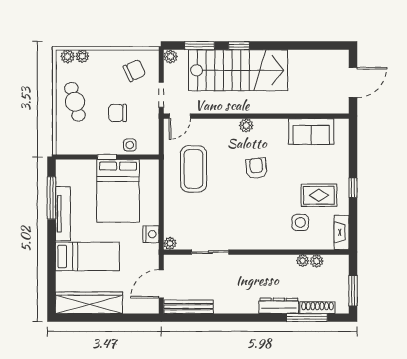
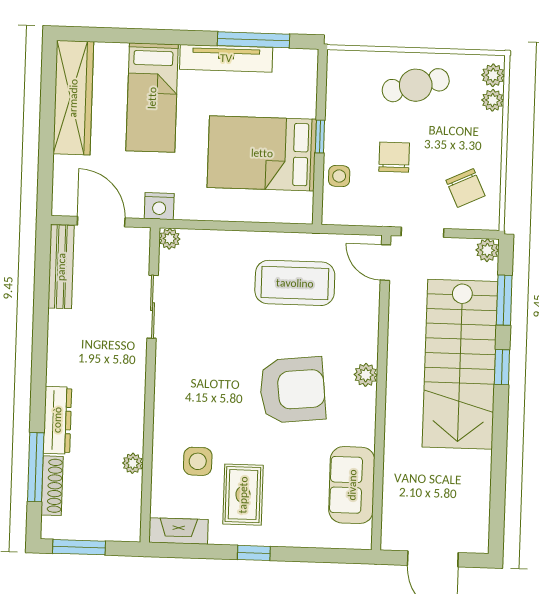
armchair: (256, 168) -> (292, 390), width x1.88, depth x1.88
nightstand: (151, 234) -> (159, 206), moved
plant: (317, 261) -> (131, 487), removed

